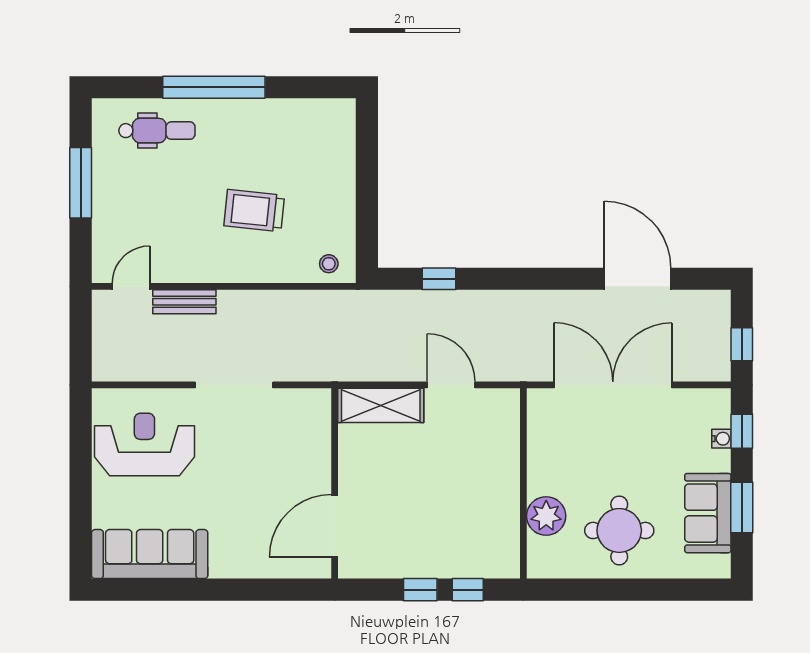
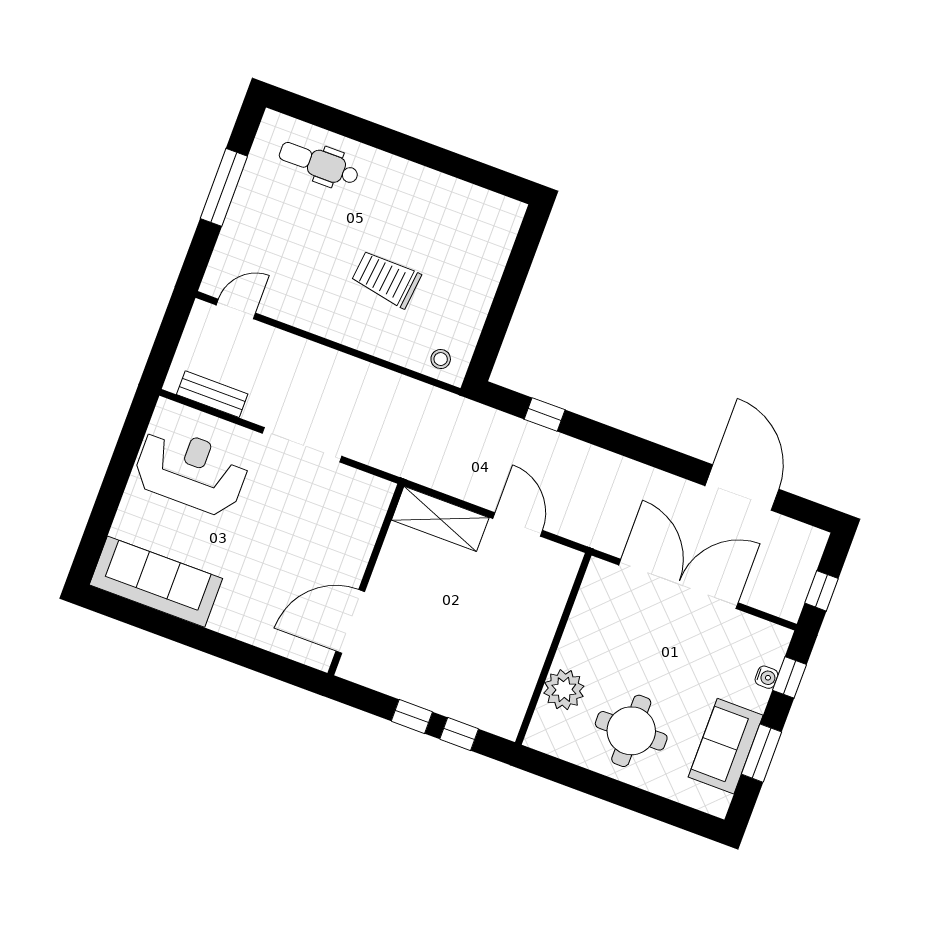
window: (214, 87) -> (391, 141), removed
dental chair: (157, 131) -> (319, 163), turned 180
bench: (184, 302) -> (212, 394), moved

